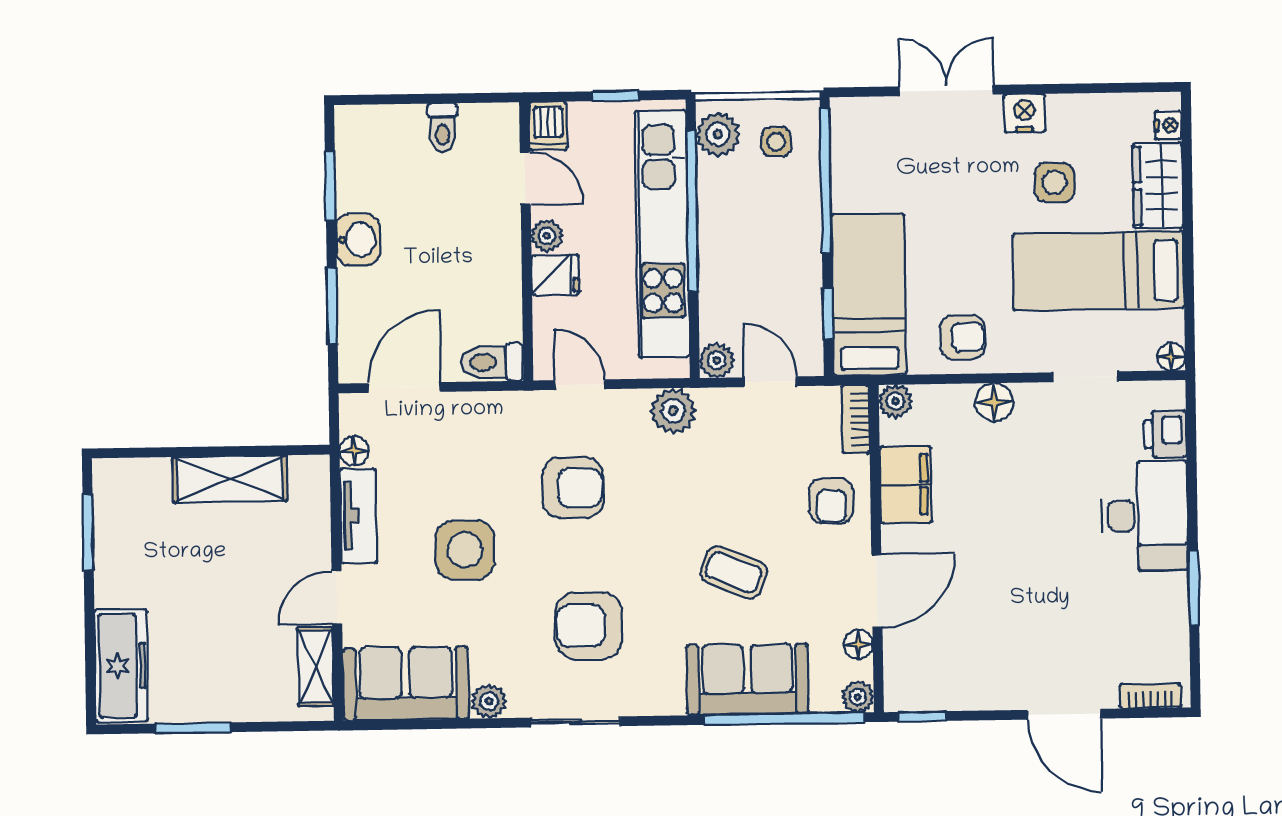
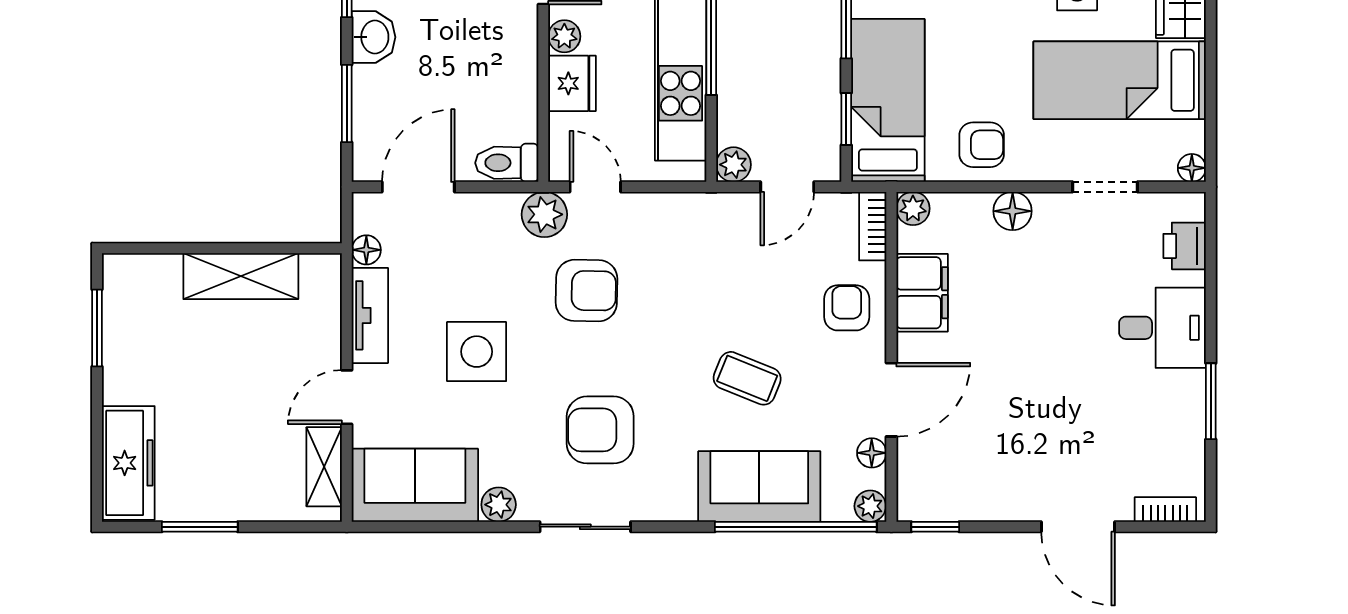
fridge: (555, 275) -> (572, 83), width x1.38
door: (770, 382) -> (787, 187), swing flipped
plant: (673, 411) -> (544, 214), moved
armchair: (831, 501) -> (847, 308), turned 180
desk: (1145, 516) -> (1162, 328), width x0.73

